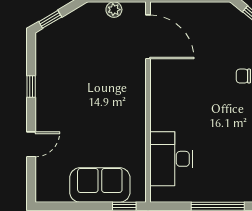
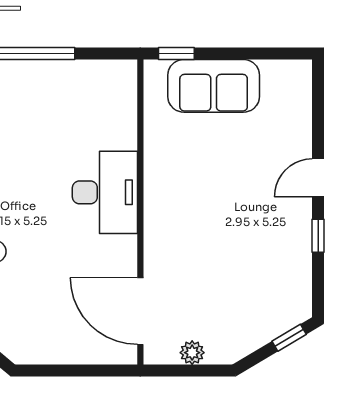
door: (31, 144) -> (318, 178), moved
desk: (171, 159) -> (105, 192), moved

